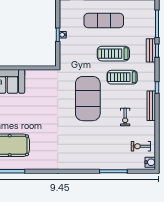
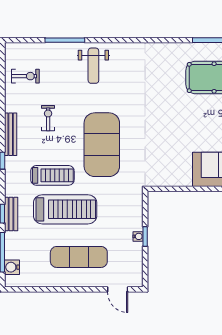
treadmill: (113, 54) -> (65, 209), width x1.37, depth x1.38
weight bench: (94, 153) -> (93, 66), added
water cooler: (150, 162) -> (12, 267), moved

